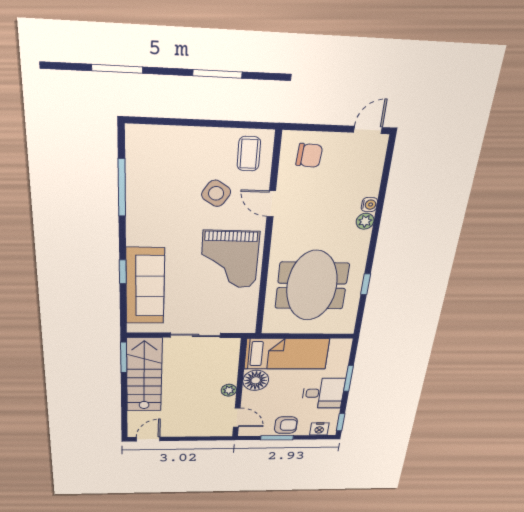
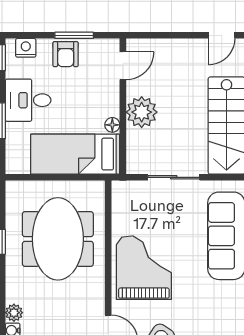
floor lamp: (256, 380) -> (112, 125), width x0.53, depth x0.53
plant: (229, 390) -> (142, 112), width x1.88, depth x1.88
door: (237, 418) -> (123, 66), swing flipped
armchair: (286, 425) -> (66, 54), turned -90

